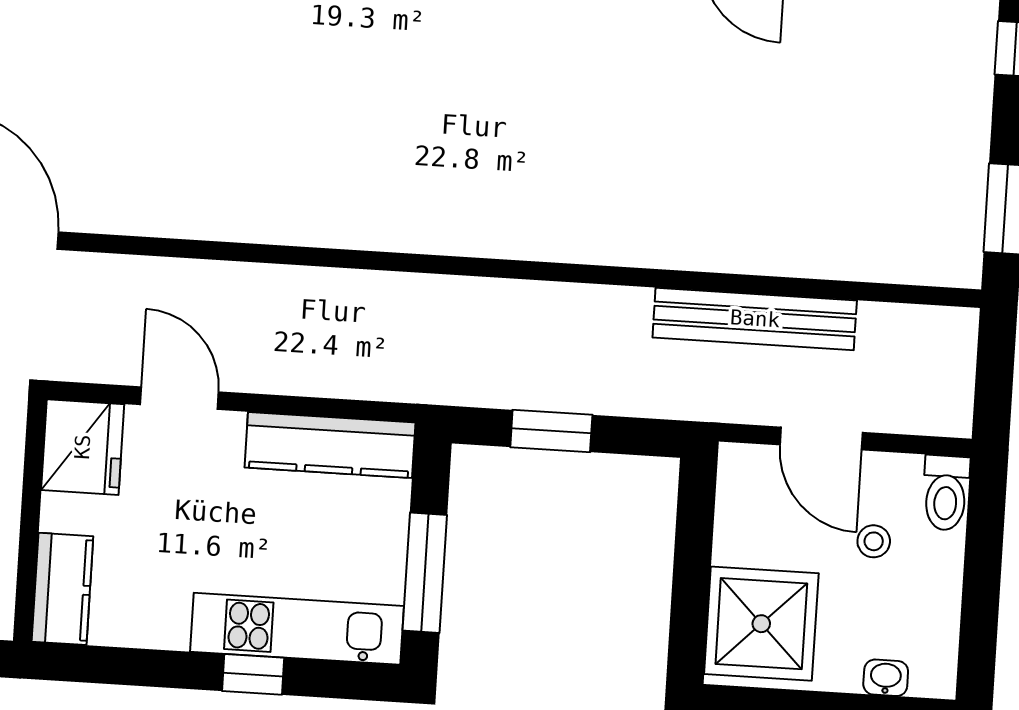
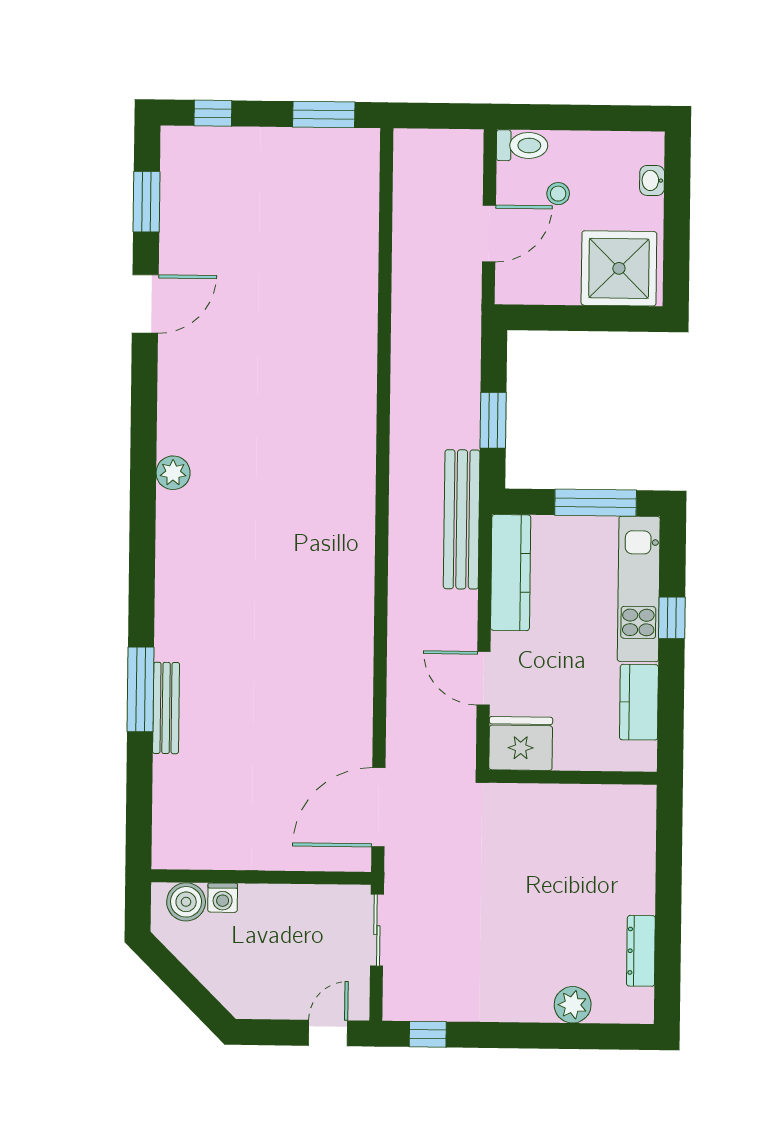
bench: (755, 319) -> (462, 519), moved
door: (179, 398) -> (484, 678), hinge flipped
kitchen counter: (62, 589) -> (639, 702), moved, turned -90

